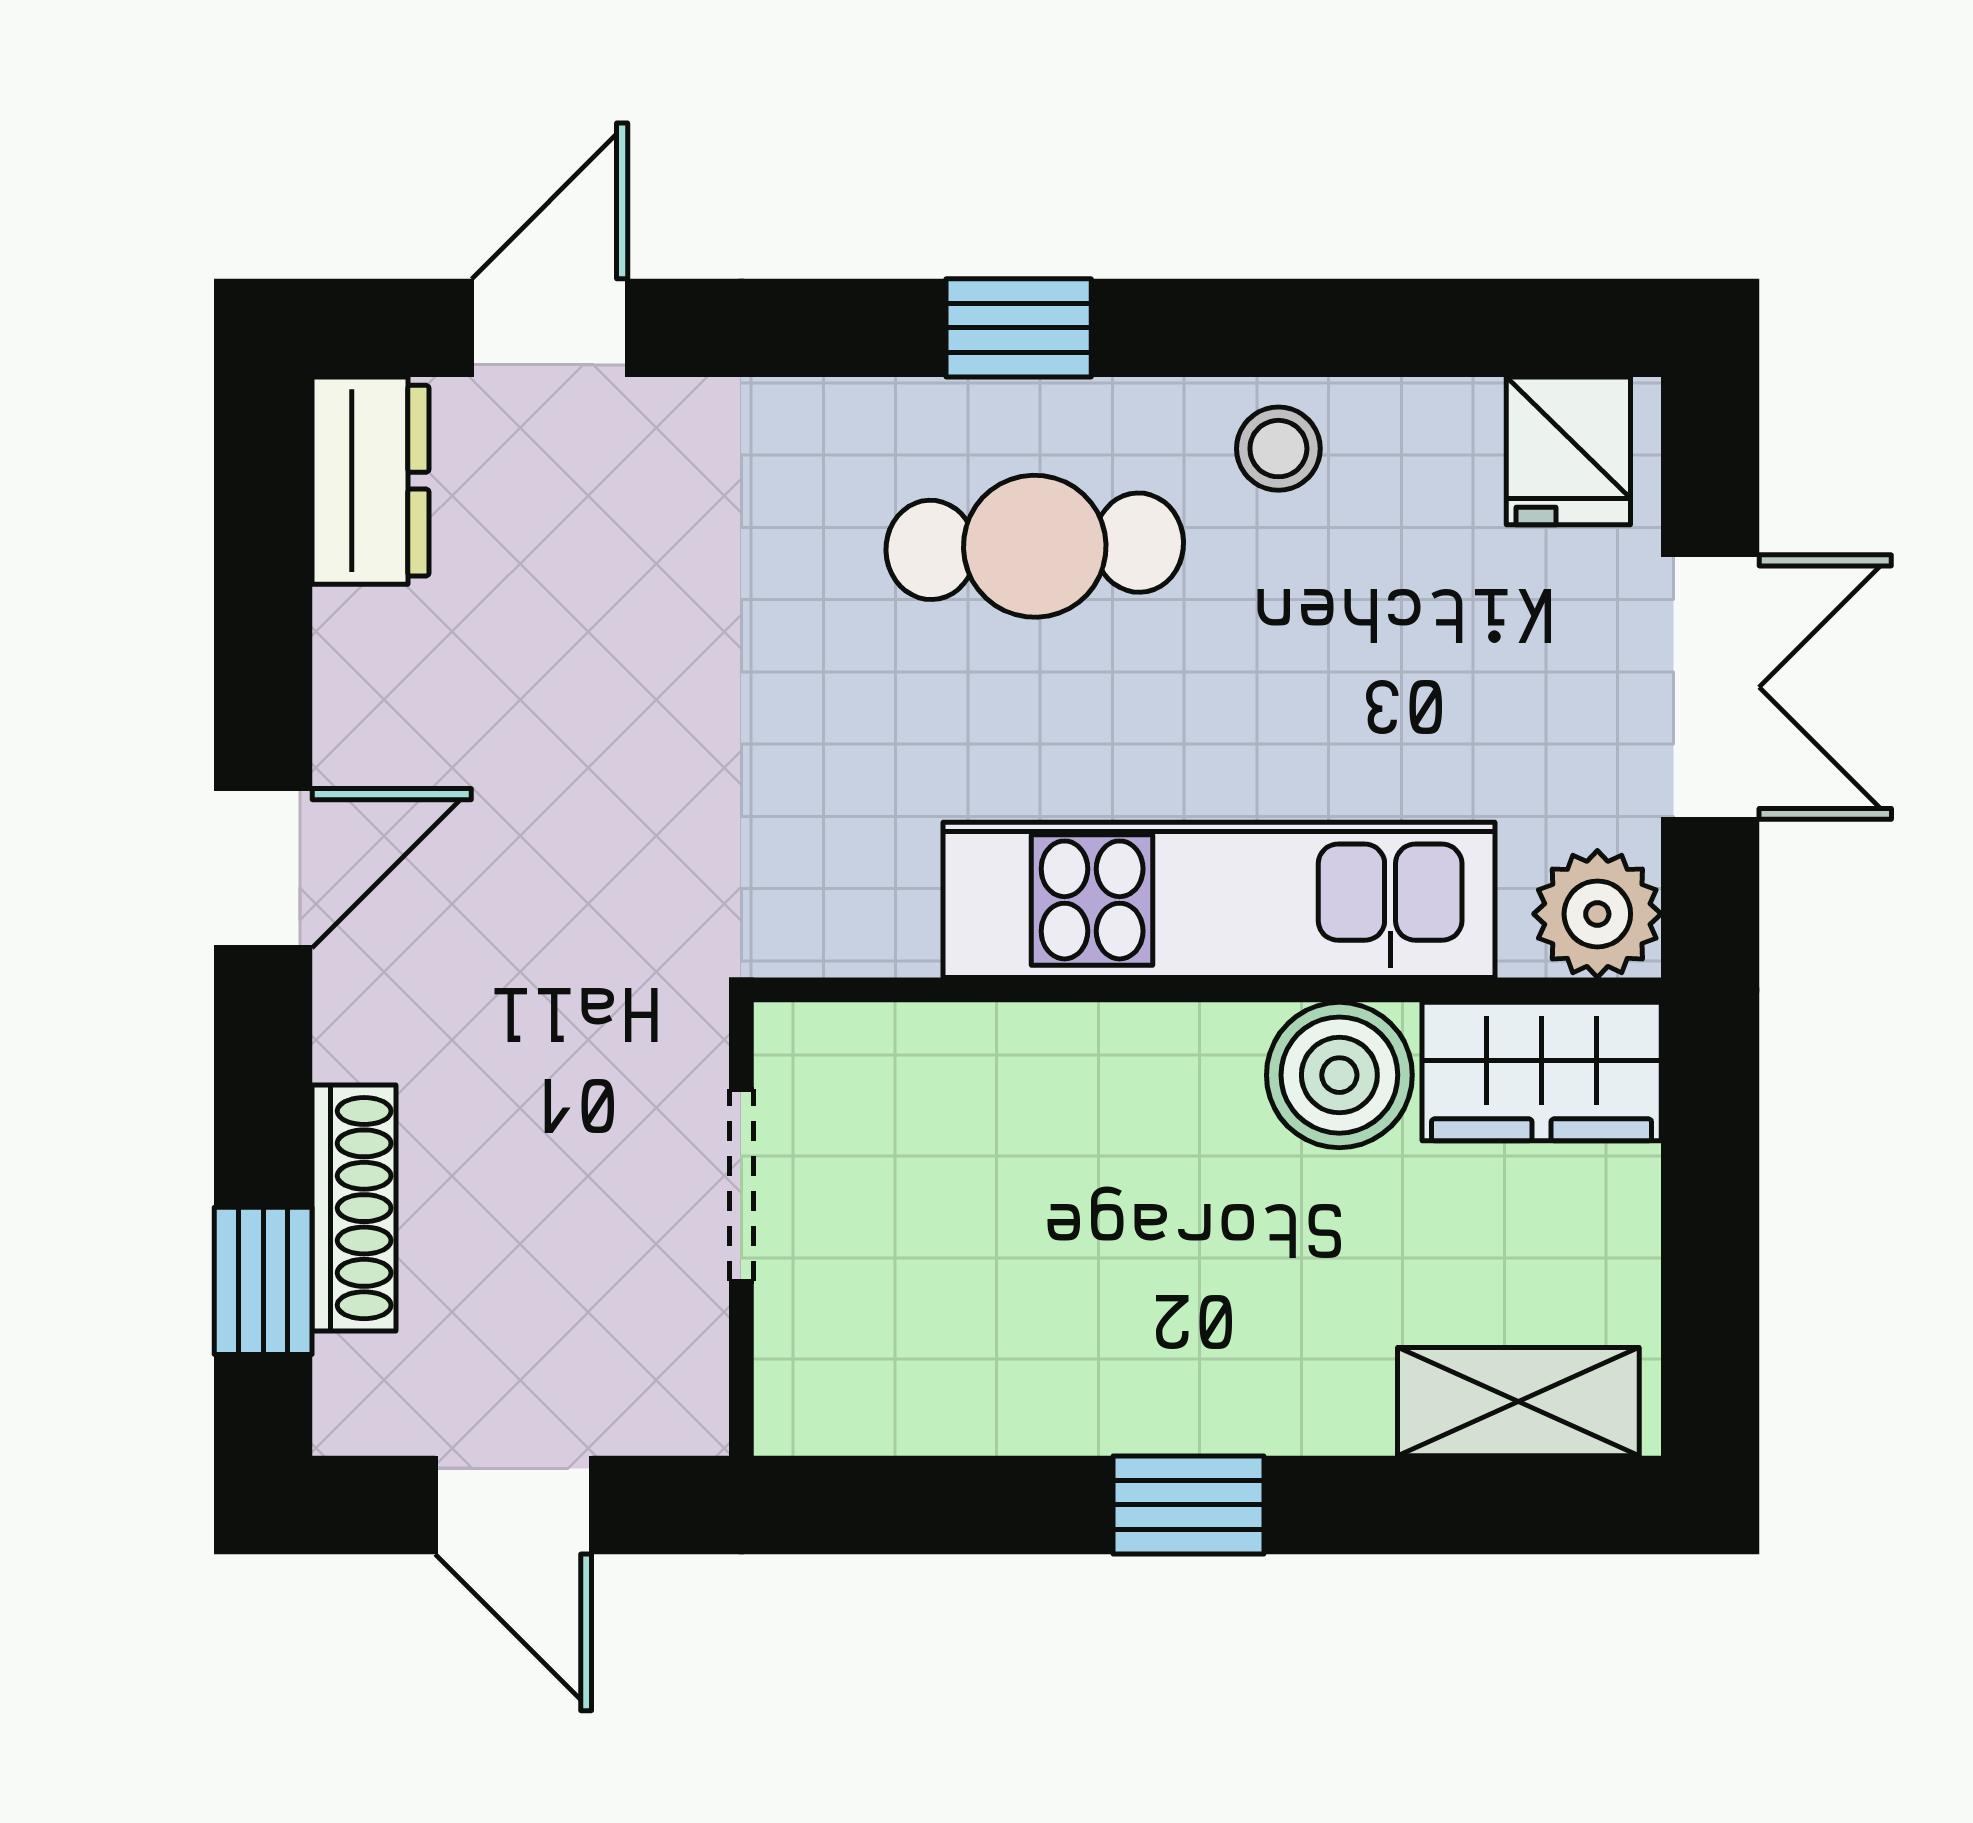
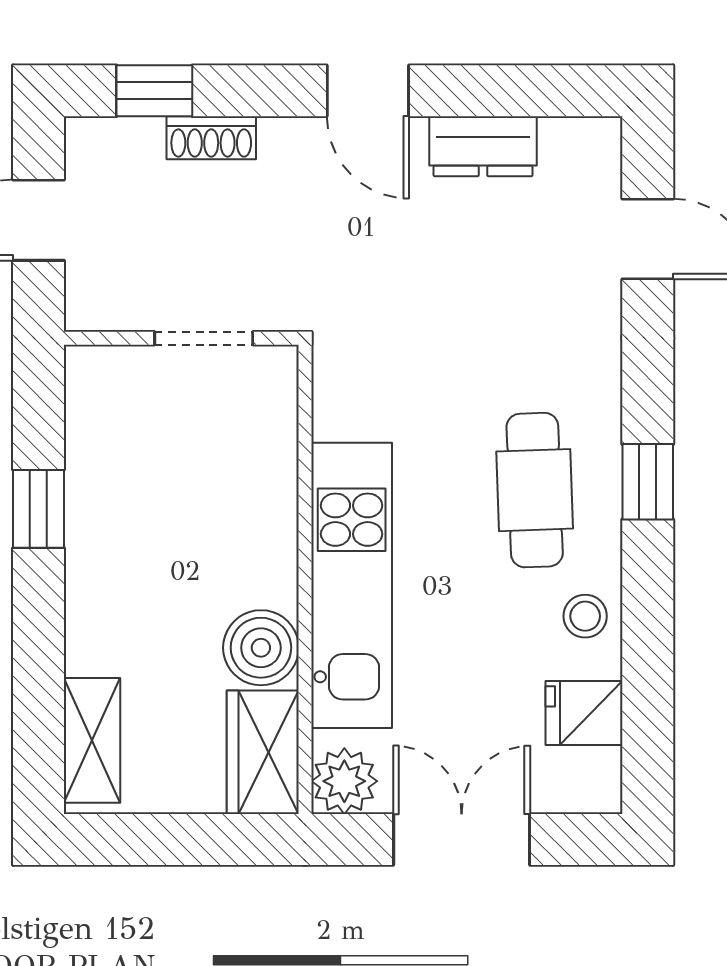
fridge: (1568, 451) -> (584, 713), moved
dresser: (371, 481) -> (483, 146), moved
double door: (1710, 687) -> (462, 840), swing flipped
shoe rack: (354, 1208) -> (211, 138), width x0.70
window: (1188, 1505) -> (38, 509), moved

